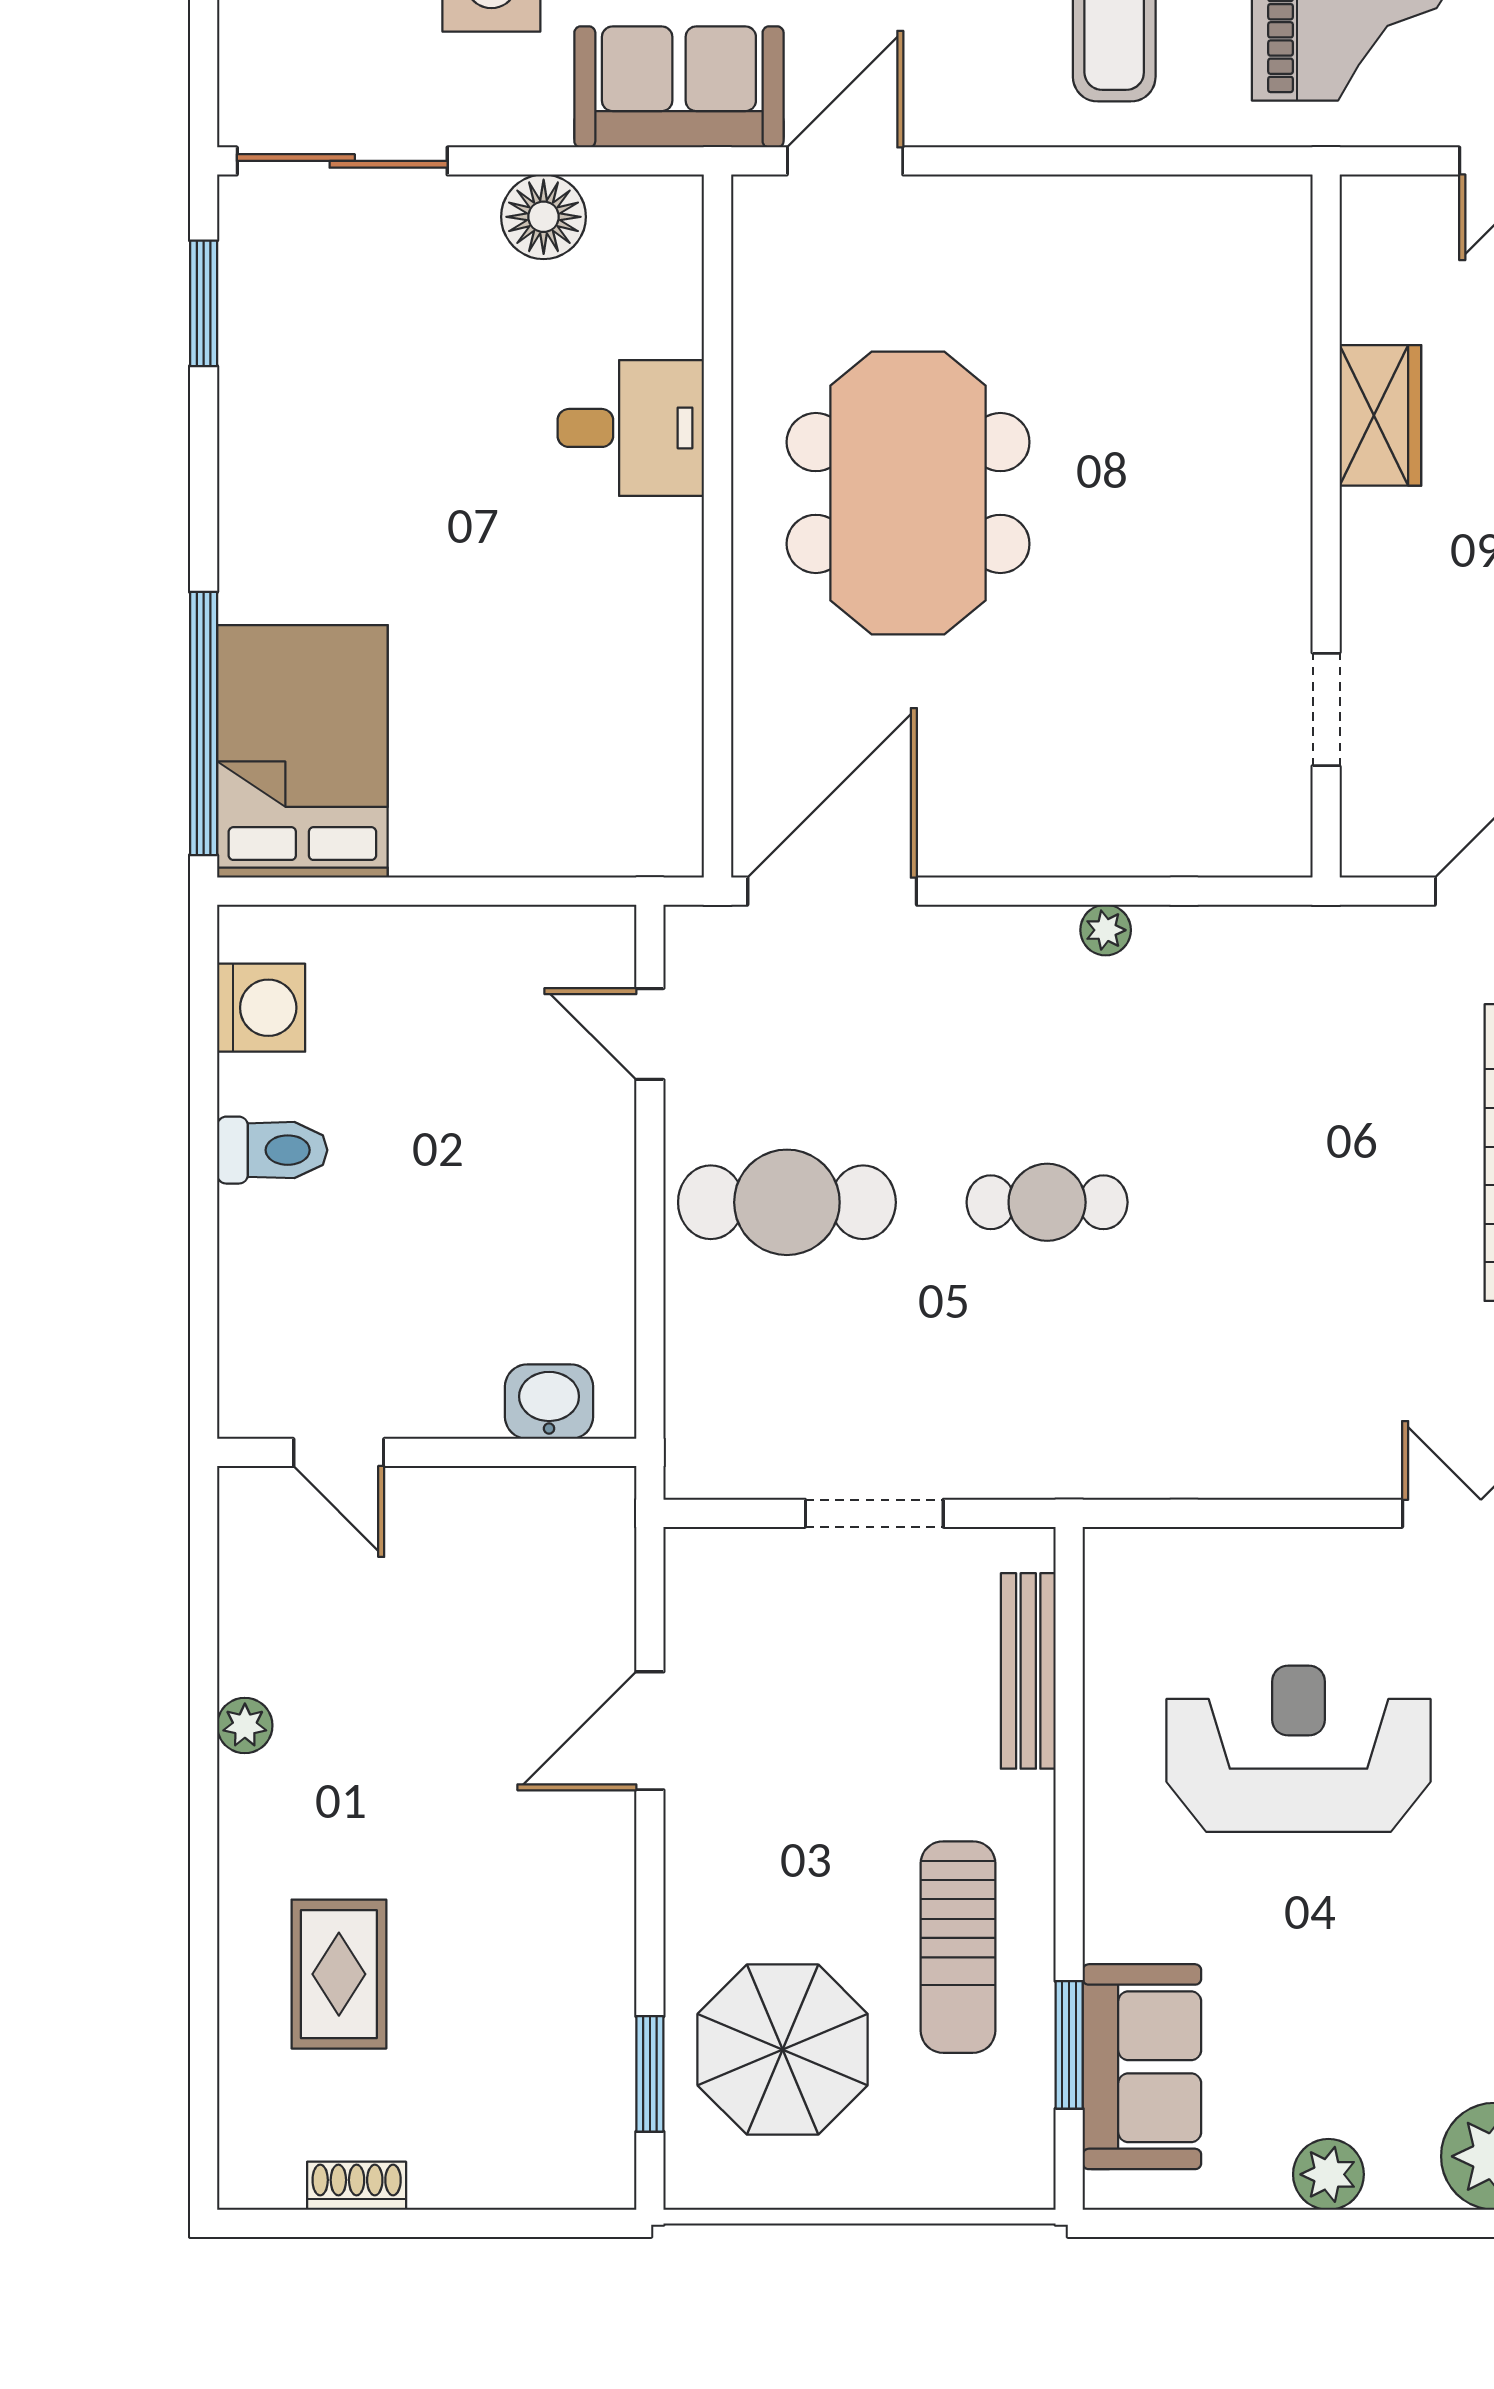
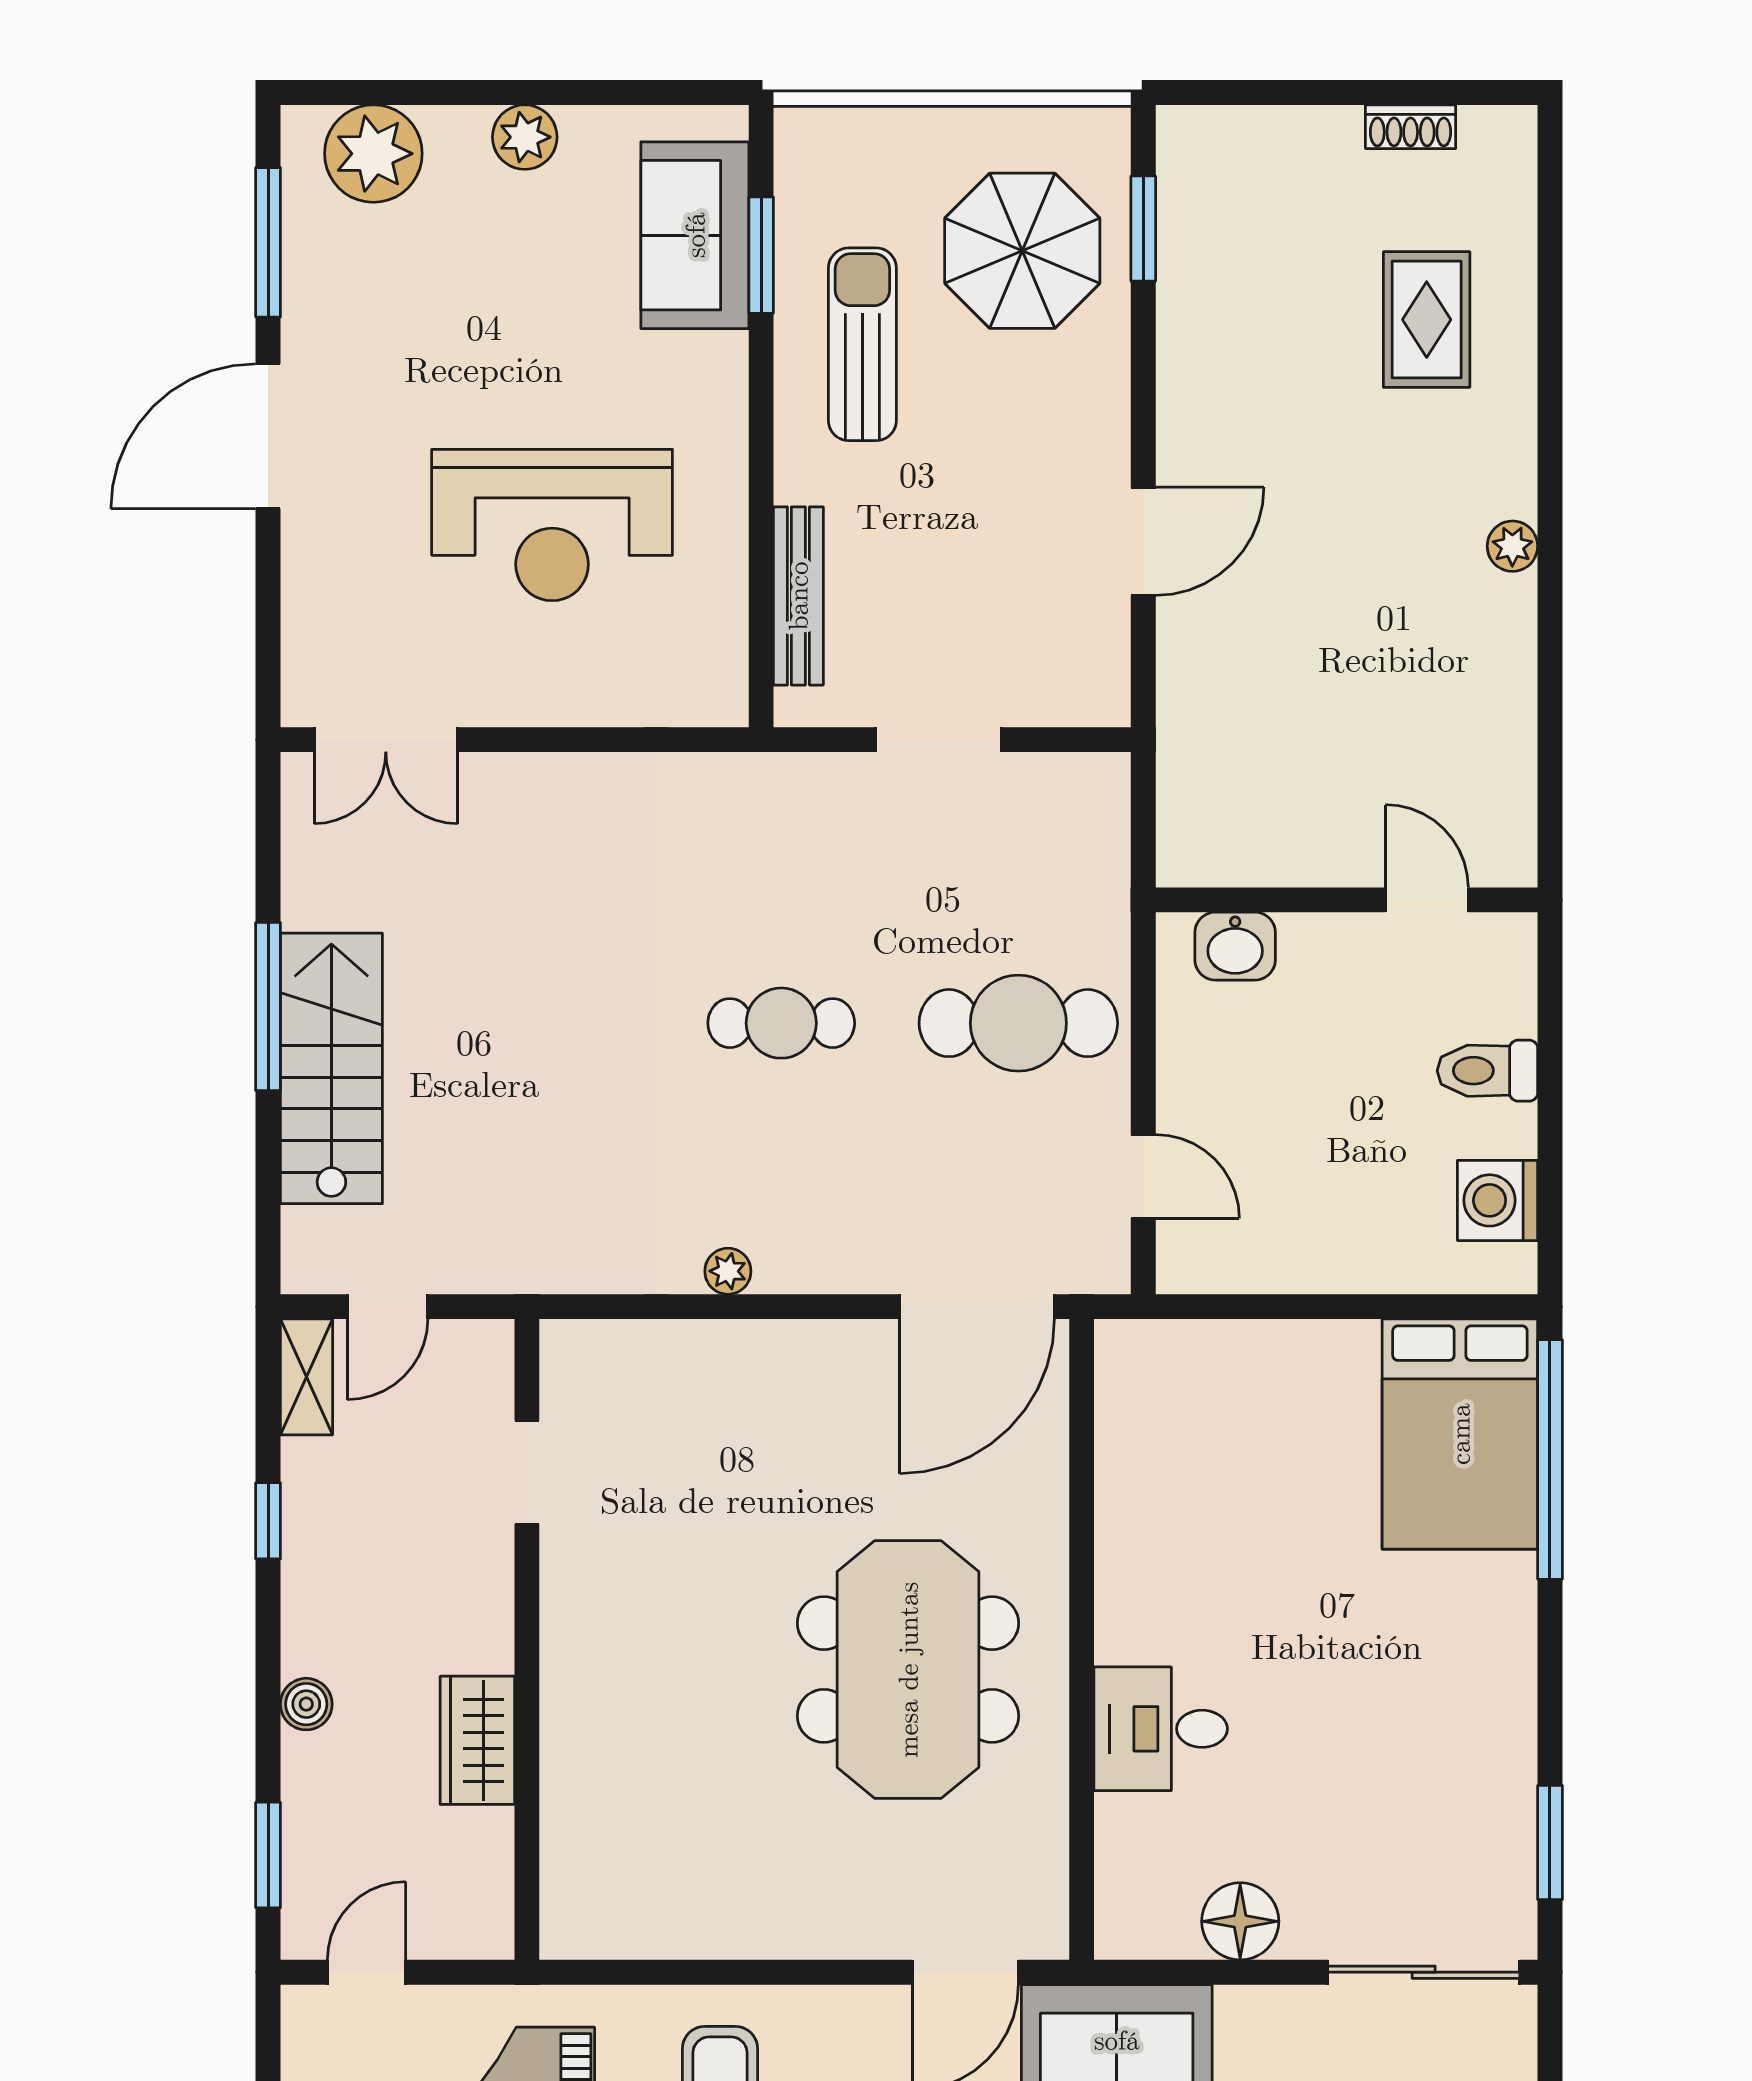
washbasin: (549, 1402) -> (1235, 946), moved
door: (339, 1452) -> (1427, 900), moved
wall: (427, 1452) -> (1347, 900), moved

